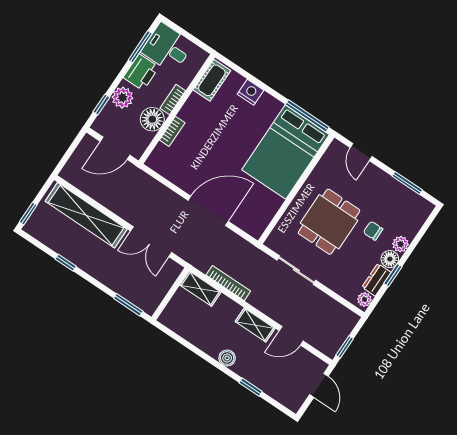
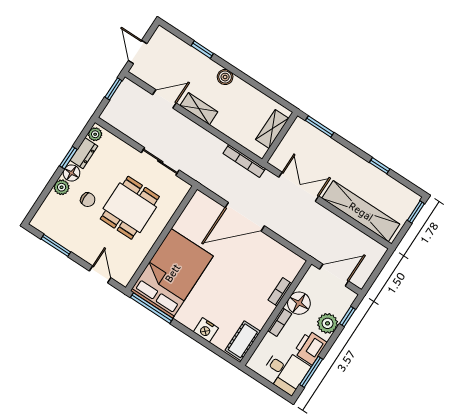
bookcase: (228, 283) -> (244, 161), moved
shelving: (200, 289) -> (272, 129), moved, turned 90

